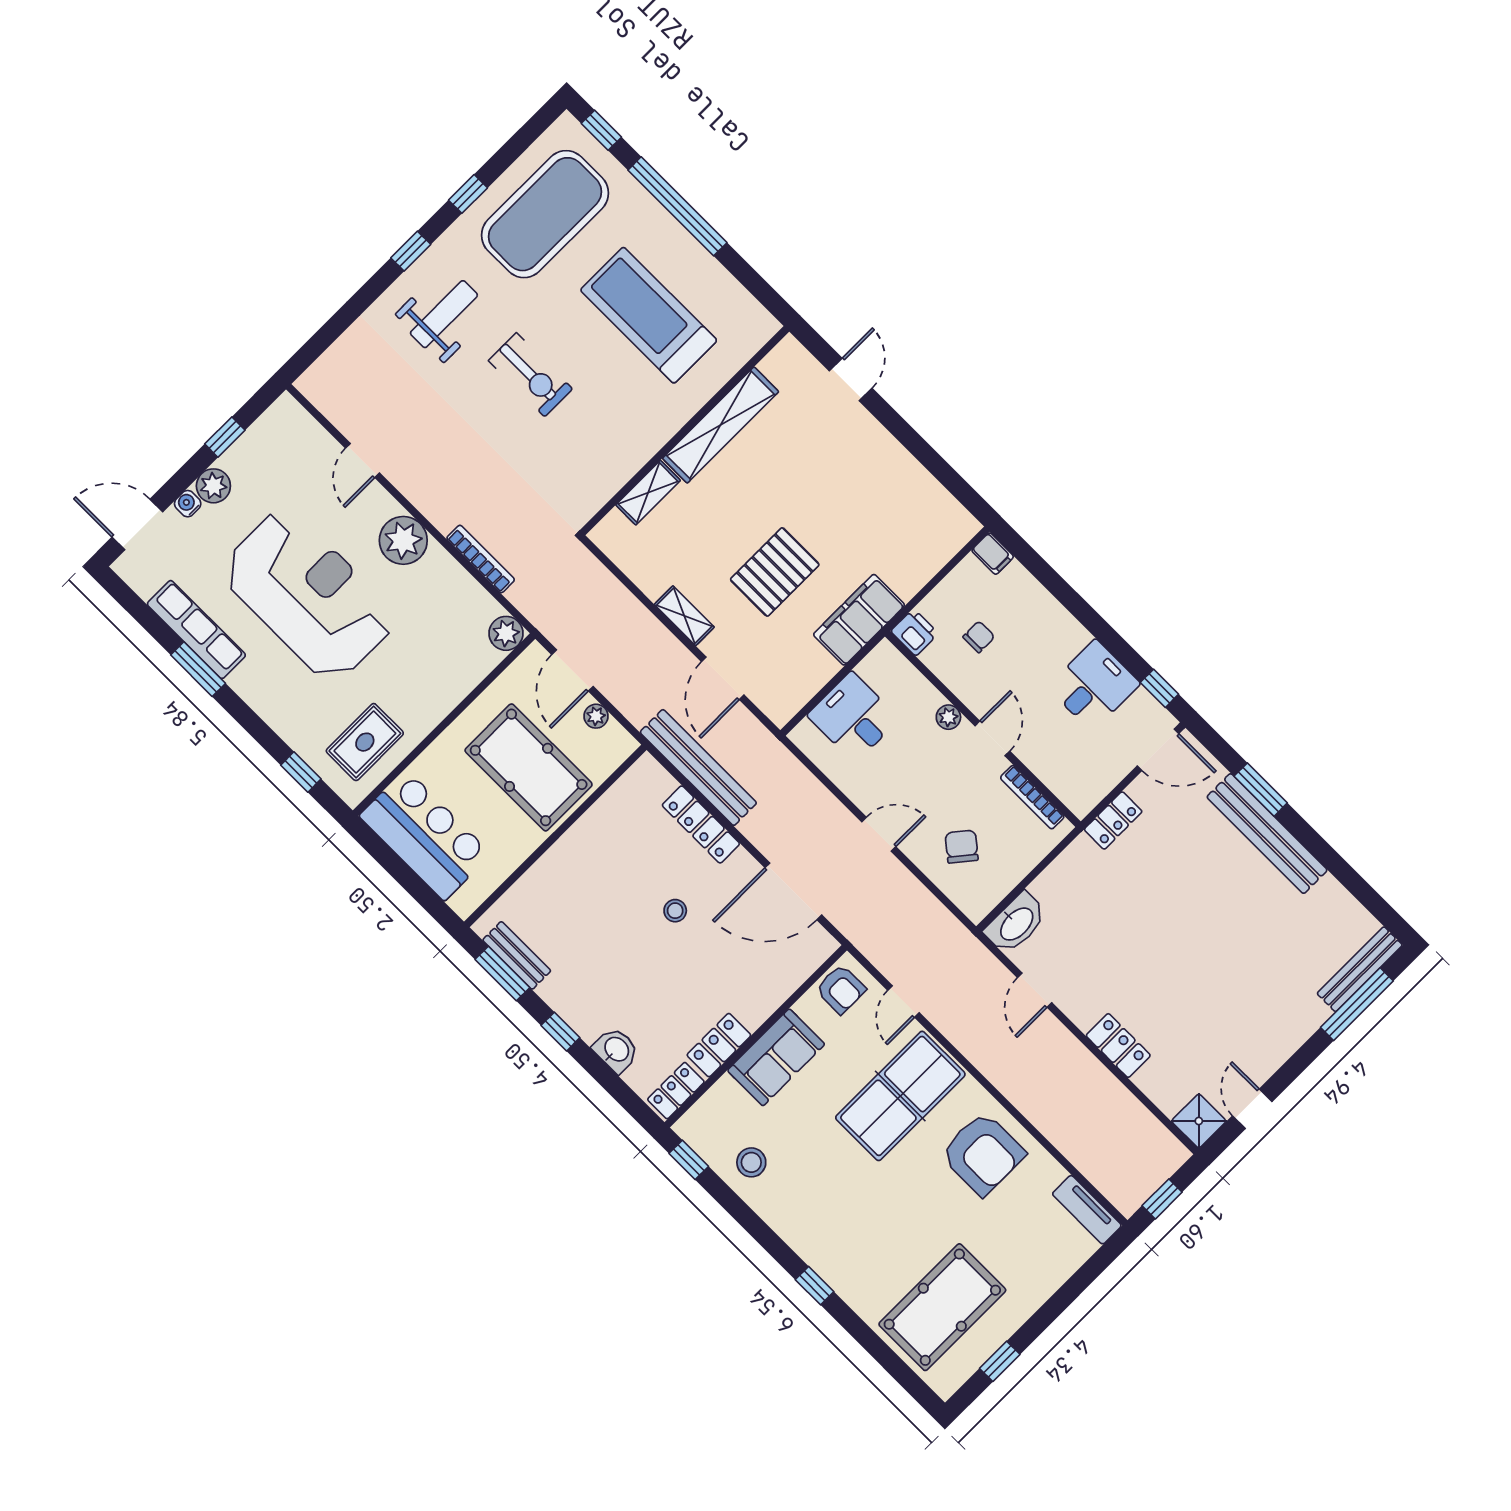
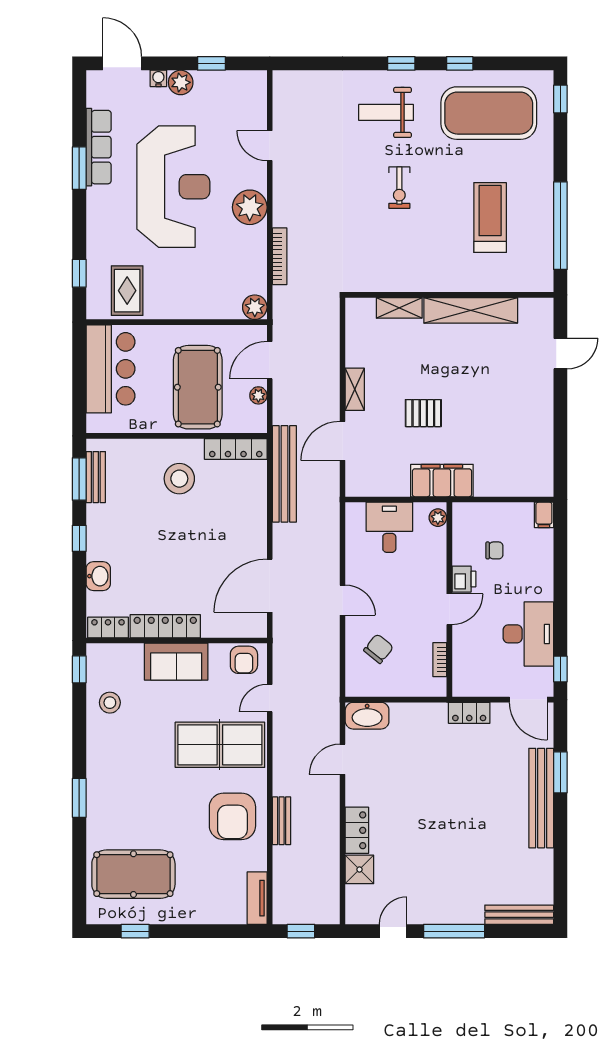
window: (677, 206) -> (560, 226), moved
weight bench: (444, 314) -> (386, 112), turned 180
treadmill: (649, 315) -> (490, 218), width x0.73, depth x0.73
exercise bike: (531, 375) -> (399, 188), width x0.73, depth x0.72
door: (363, 461) -> (270, 146), hinge flipped
pallet: (775, 572) -> (423, 413), width x0.67, depth x0.71
printer: (915, 632) -> (464, 579), moved
desk: (1094, 685) -> (528, 634), width x1.37
plant: (948, 717) -> (438, 518), moved
rug: (365, 742) -> (127, 291), turned 90
bookcase: (1032, 797) -> (440, 660), width x0.64
locker: (701, 824) -> (236, 449), moved, turned -90
door: (793, 891) -> (270, 586), hinge flipped
stool: (675, 911) -> (179, 479), moved, width x1.89, depth x1.89
window: (1357, 1004) -> (454, 931), moved
locker: (719, 1045) -> (165, 626), width x1.53
bench: (1035, 1110) -> (282, 821), added
shower: (1199, 1121) -> (359, 869), moved
window: (815, 1286) -> (79, 798), width x1.50

